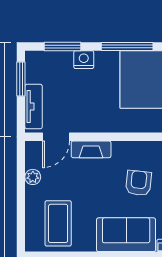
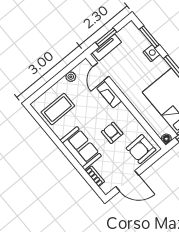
window: (21, 79) -> (106, 37), moved
door: (56, 137) -> (101, 72), hinge flipped
armchair: (139, 183) -> (112, 133), turned -96

